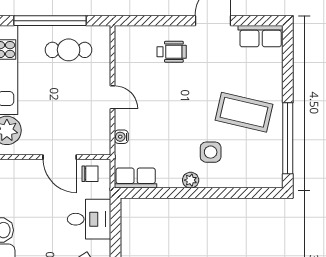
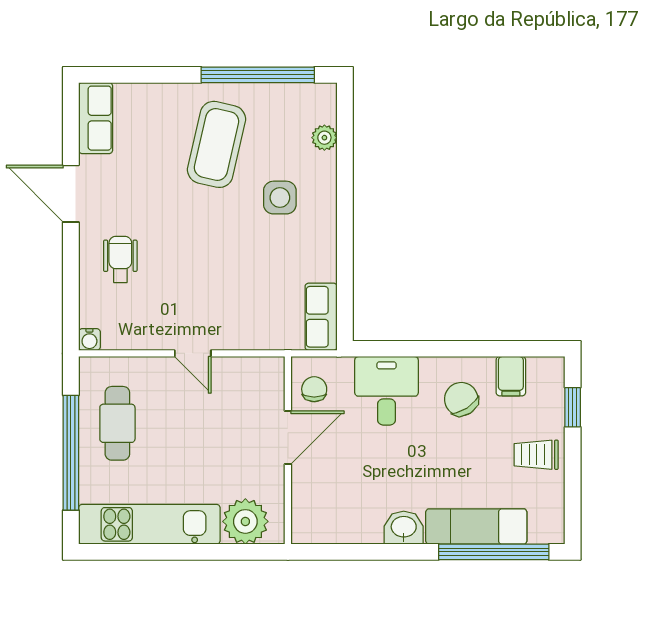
door: (113, 97) -> (193, 353), swing flipped
water cooler: (121, 137) -> (89, 339), moved
plant: (191, 180) -> (324, 138), moved

